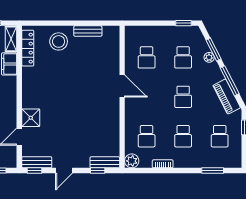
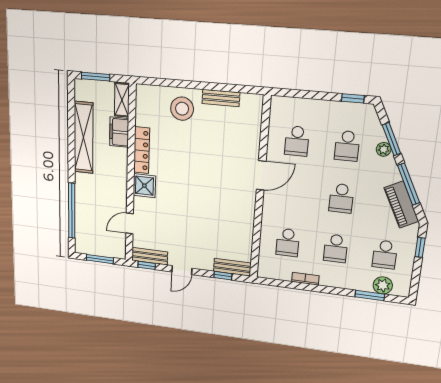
locker: (28, 48) -> (142, 150), moved
door: (122, 86) -> (261, 175), hinge flipped
shower: (31, 118) -> (144, 186), moved
plant: (132, 161) -> (383, 285), moved

